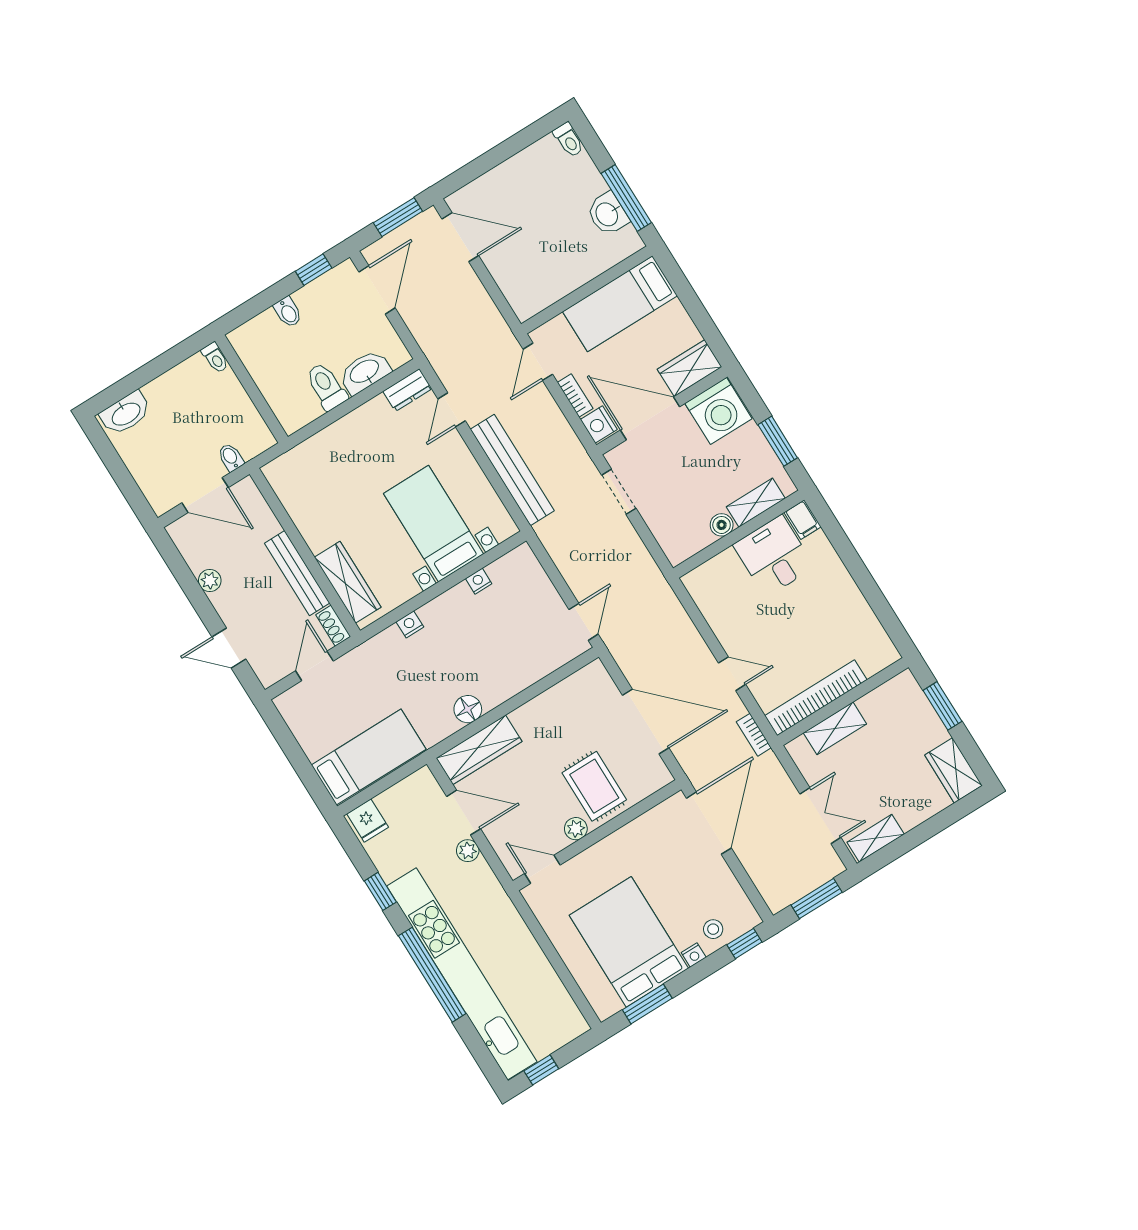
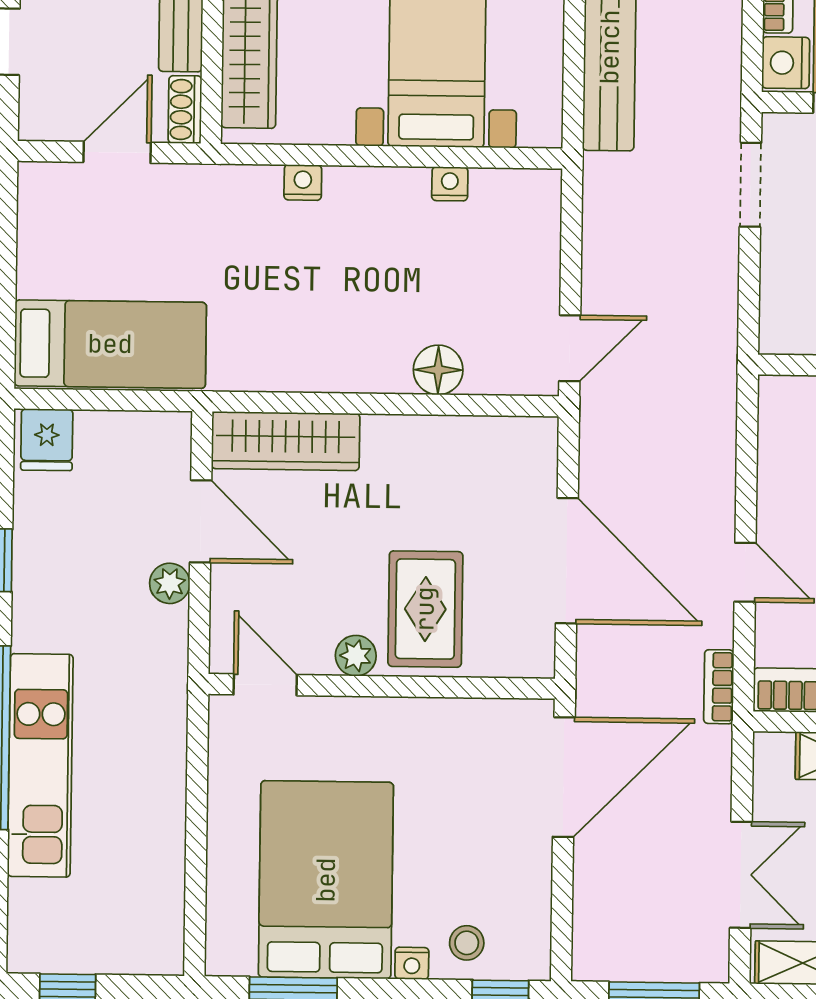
floor lamp: (468, 709) -> (438, 370), moved
kitchen unit: (462, 974) -> (40, 765), width x0.54

